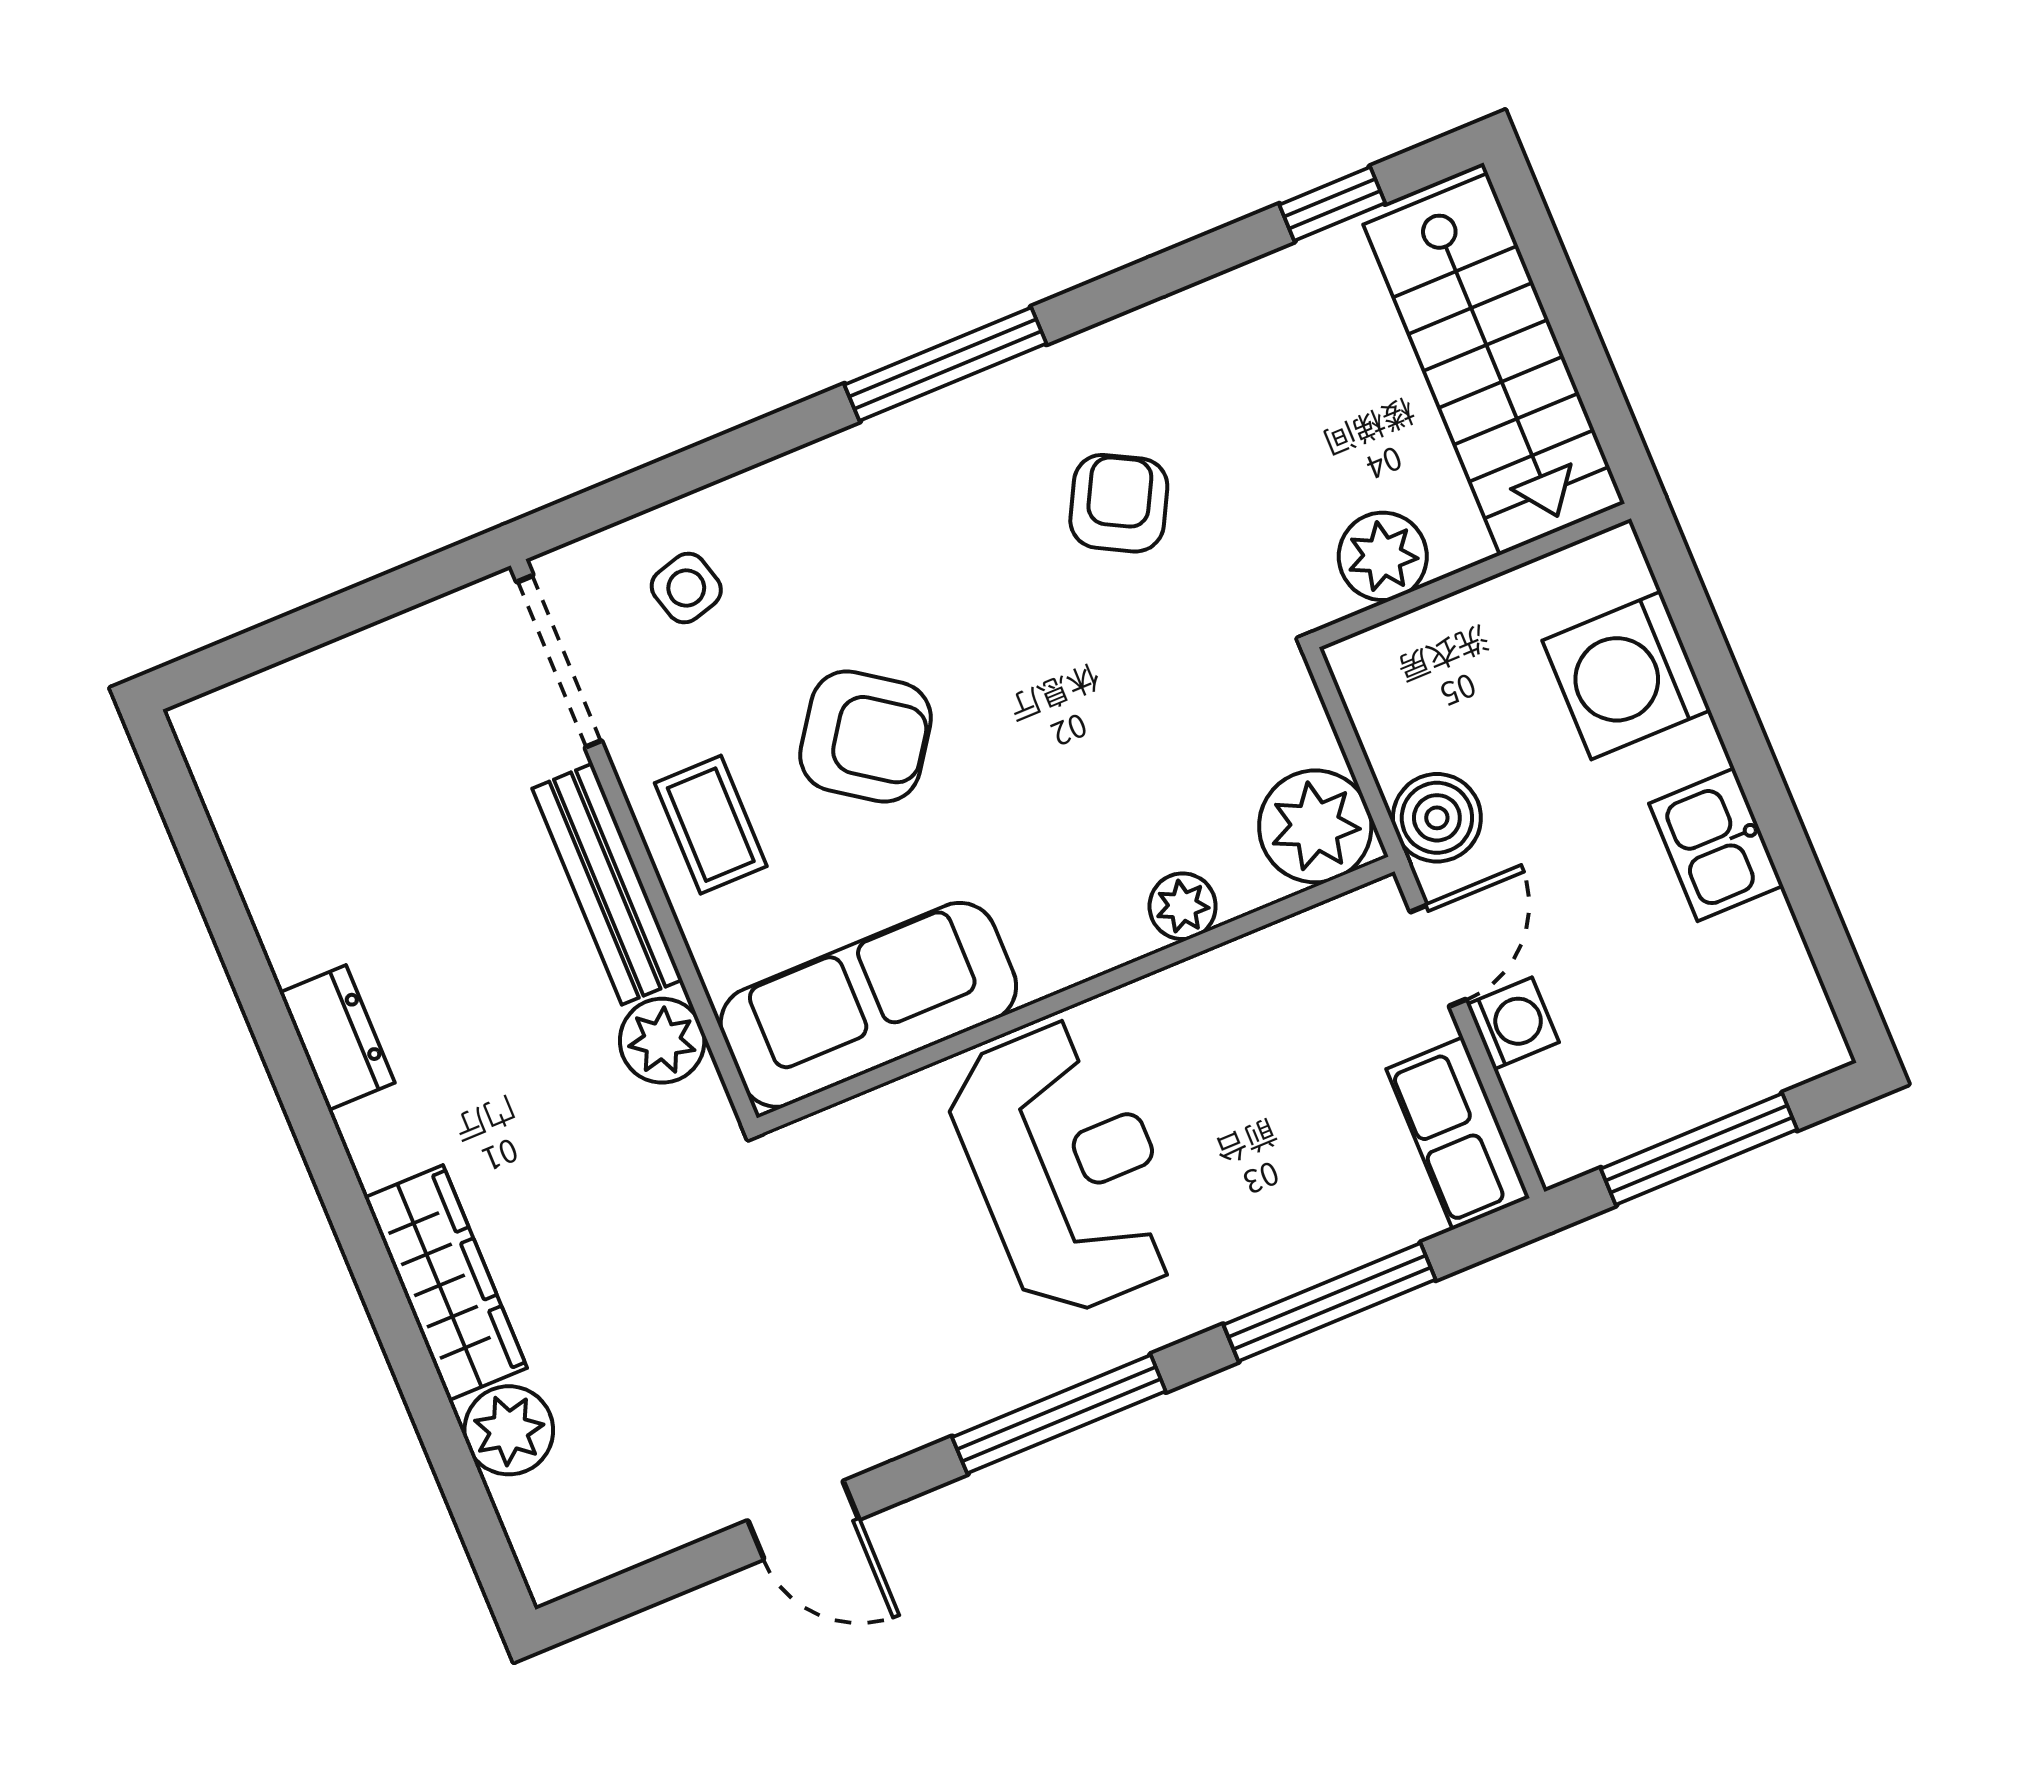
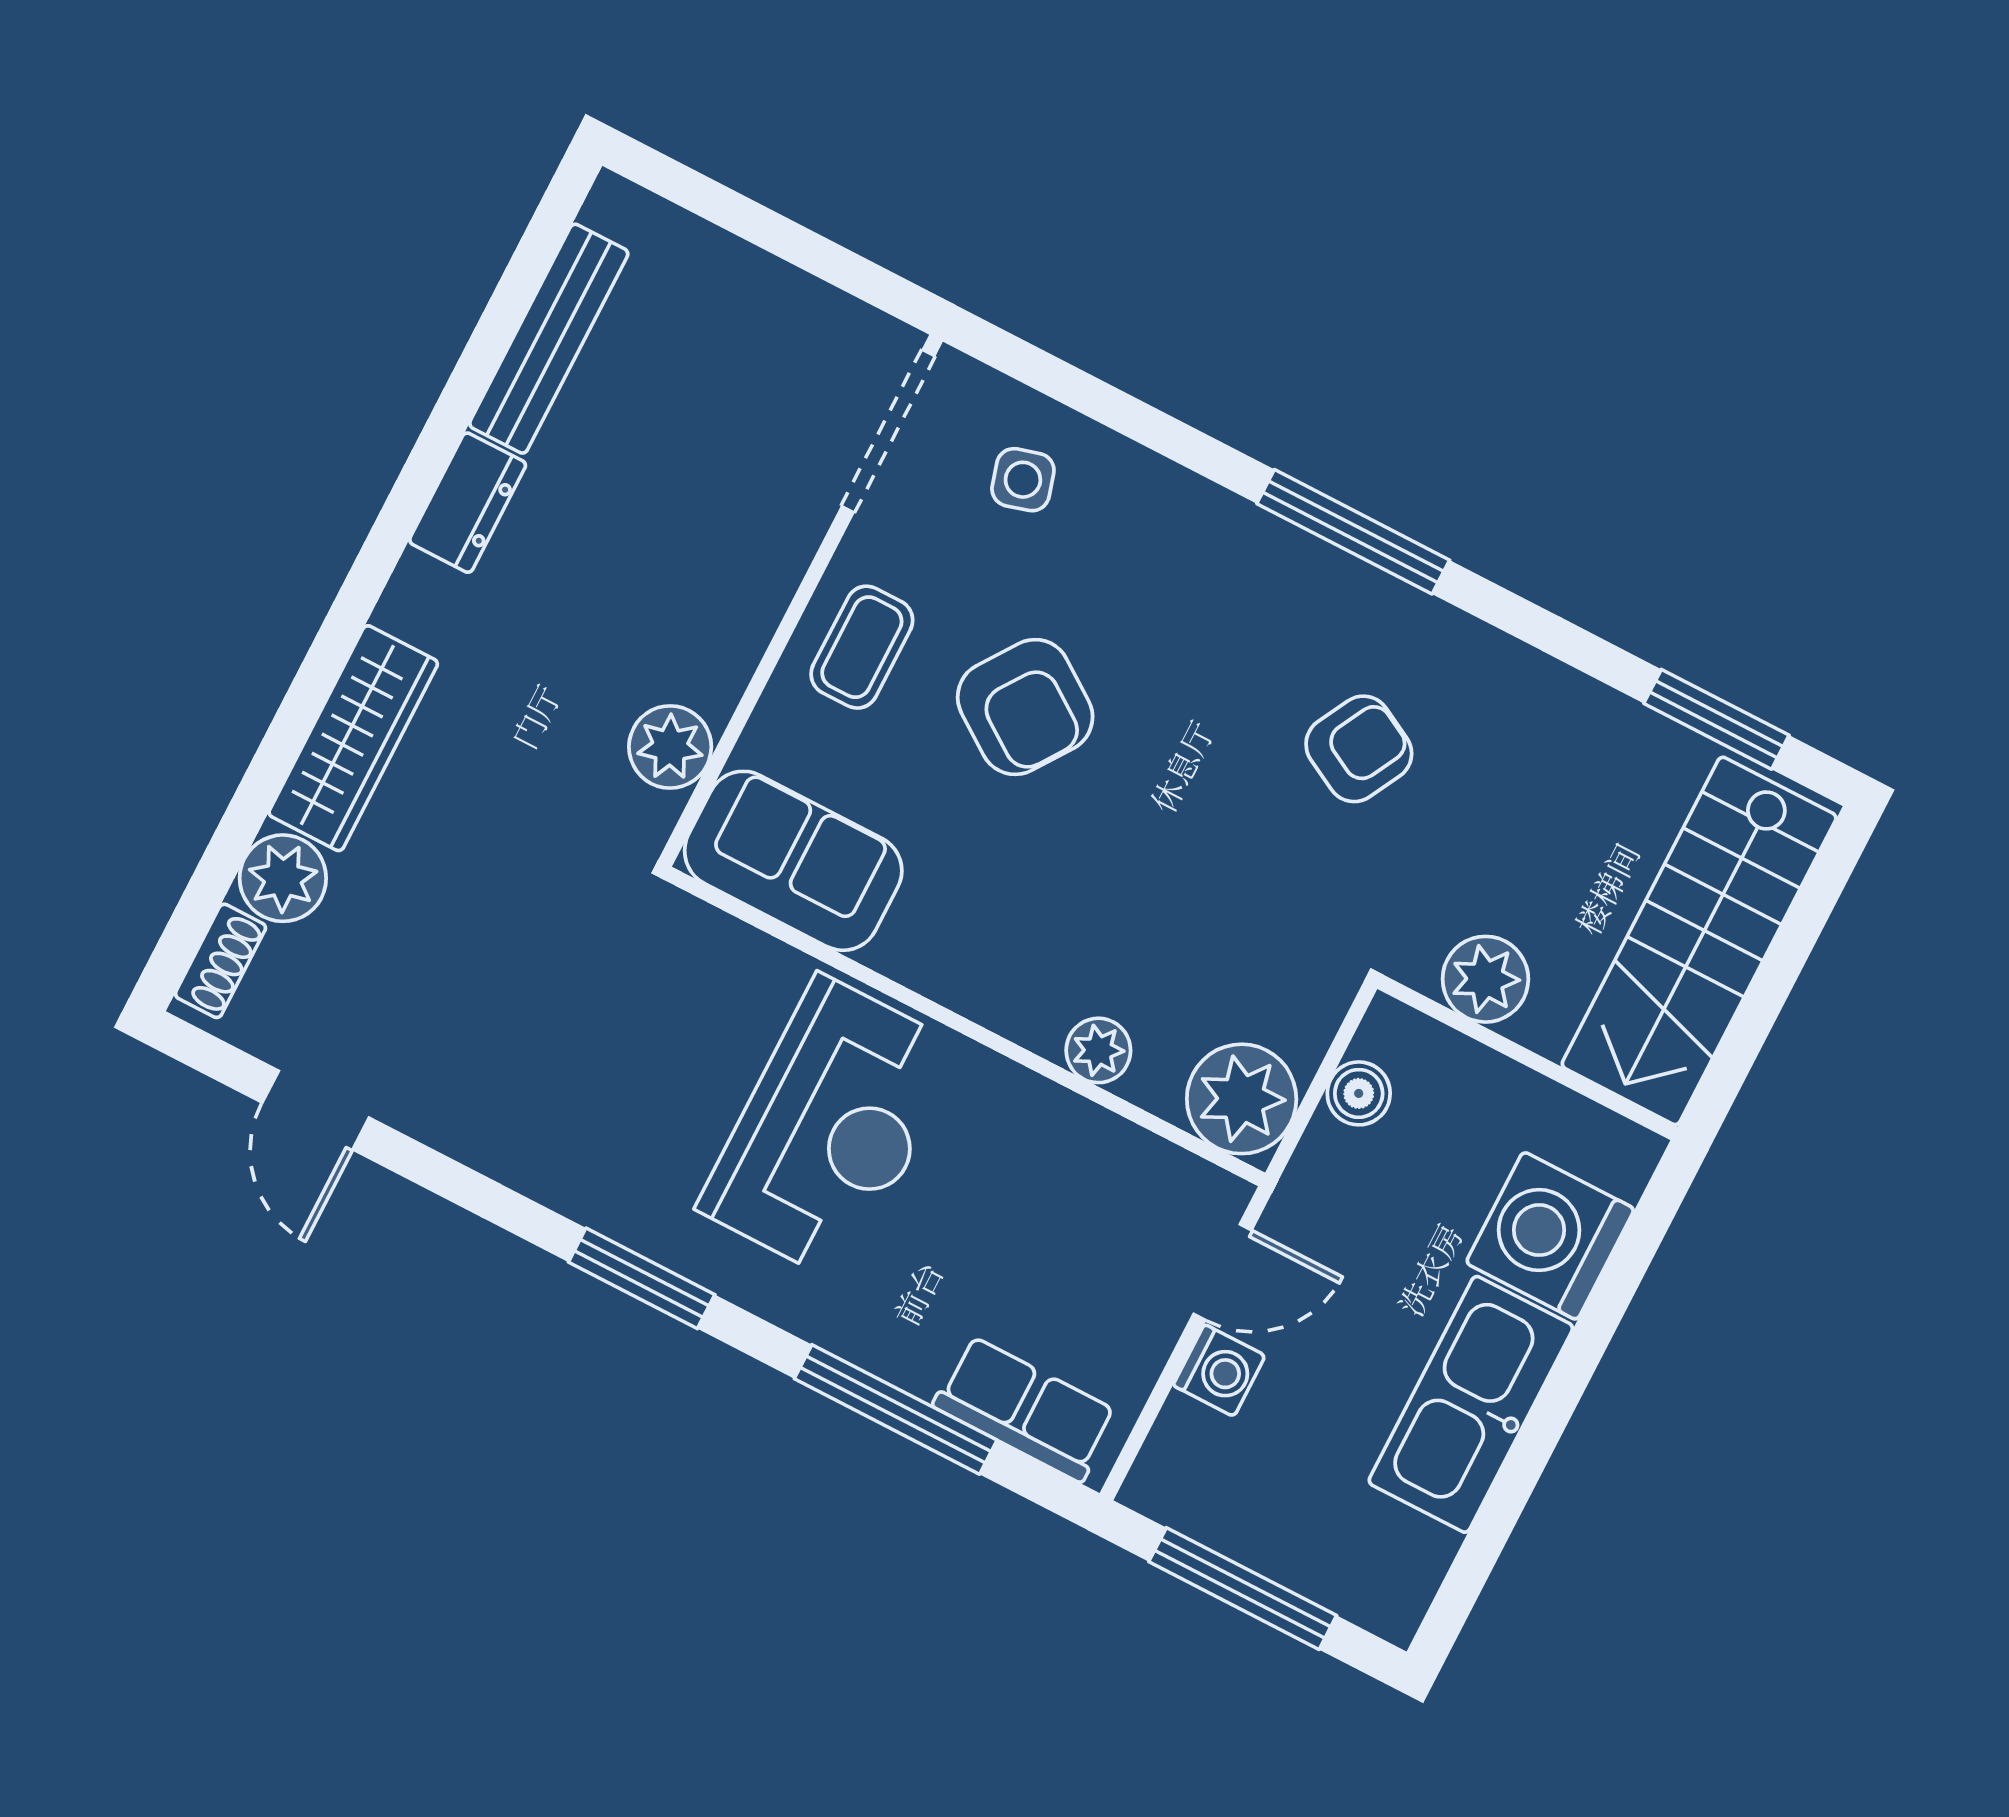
window: (1332, 204) -> (1716, 719), width x1.50
boiler: (1437, 818) -> (1359, 1093), moved, width x0.73, depth x0.73
kitchen sink: (1716, 845) -> (1471, 1404), width x1.88, depth x1.24
bench: (607, 884) -> (549, 339), moved
sofa: (868, 1005) -> (793, 861), width x0.73
row of seats: (1458, 1133) -> (1025, 1409), moved, turned 90
window: (1059, 1414) -> (642, 1278), width x0.69
door: (803, 1520) -> (316, 1110), moved
shoe rack: (532, 1534) -> (220, 961), added

